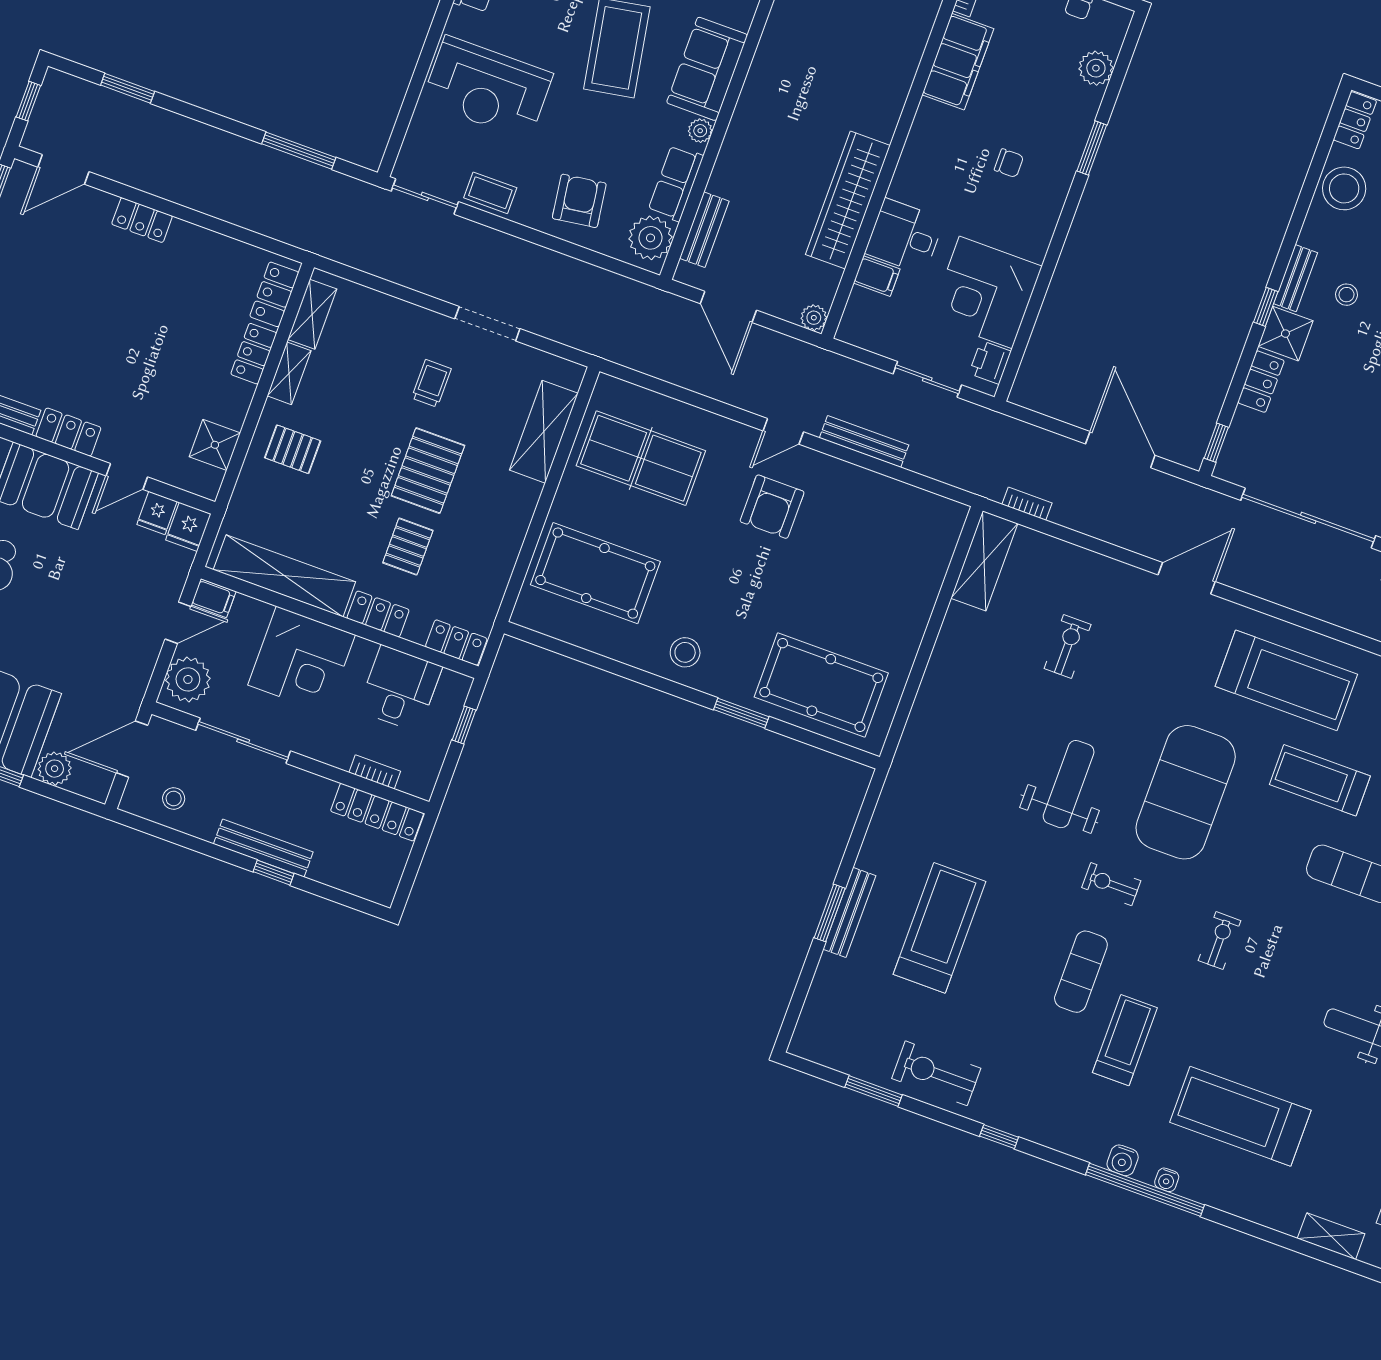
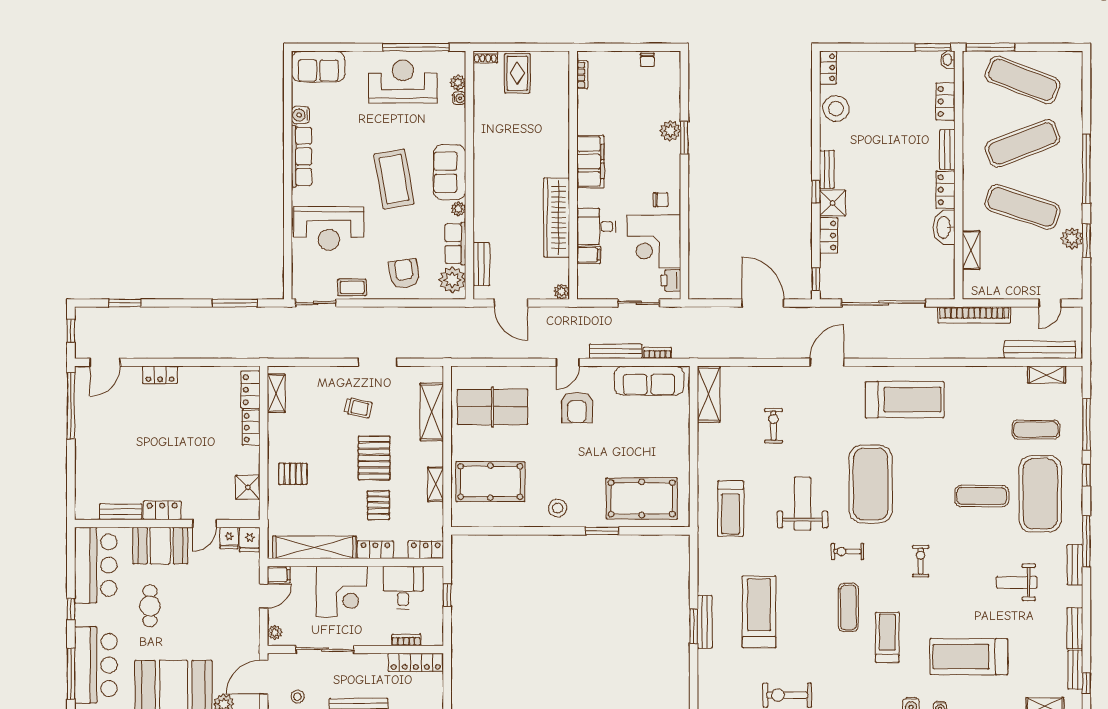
filing cabinet: (958, 62) -> (590, 161), moved
plant: (1096, 68) -> (670, 131), moved
chair: (1009, 163) -> (661, 200), moved
stool: (1347, 295) -> (859, 168), removed
shelving: (289, 373) -> (436, 484), moved
trolley: (431, 383) -> (358, 408), turned 102
bookcase: (1027, 504) -> (657, 353), moved
sofa: (899, 506) -> (649, 381), added
plant: (188, 679) -> (275, 632), width x0.53, depth x0.53
treadmill: (1320, 780) -> (731, 508), moved, turned -90

